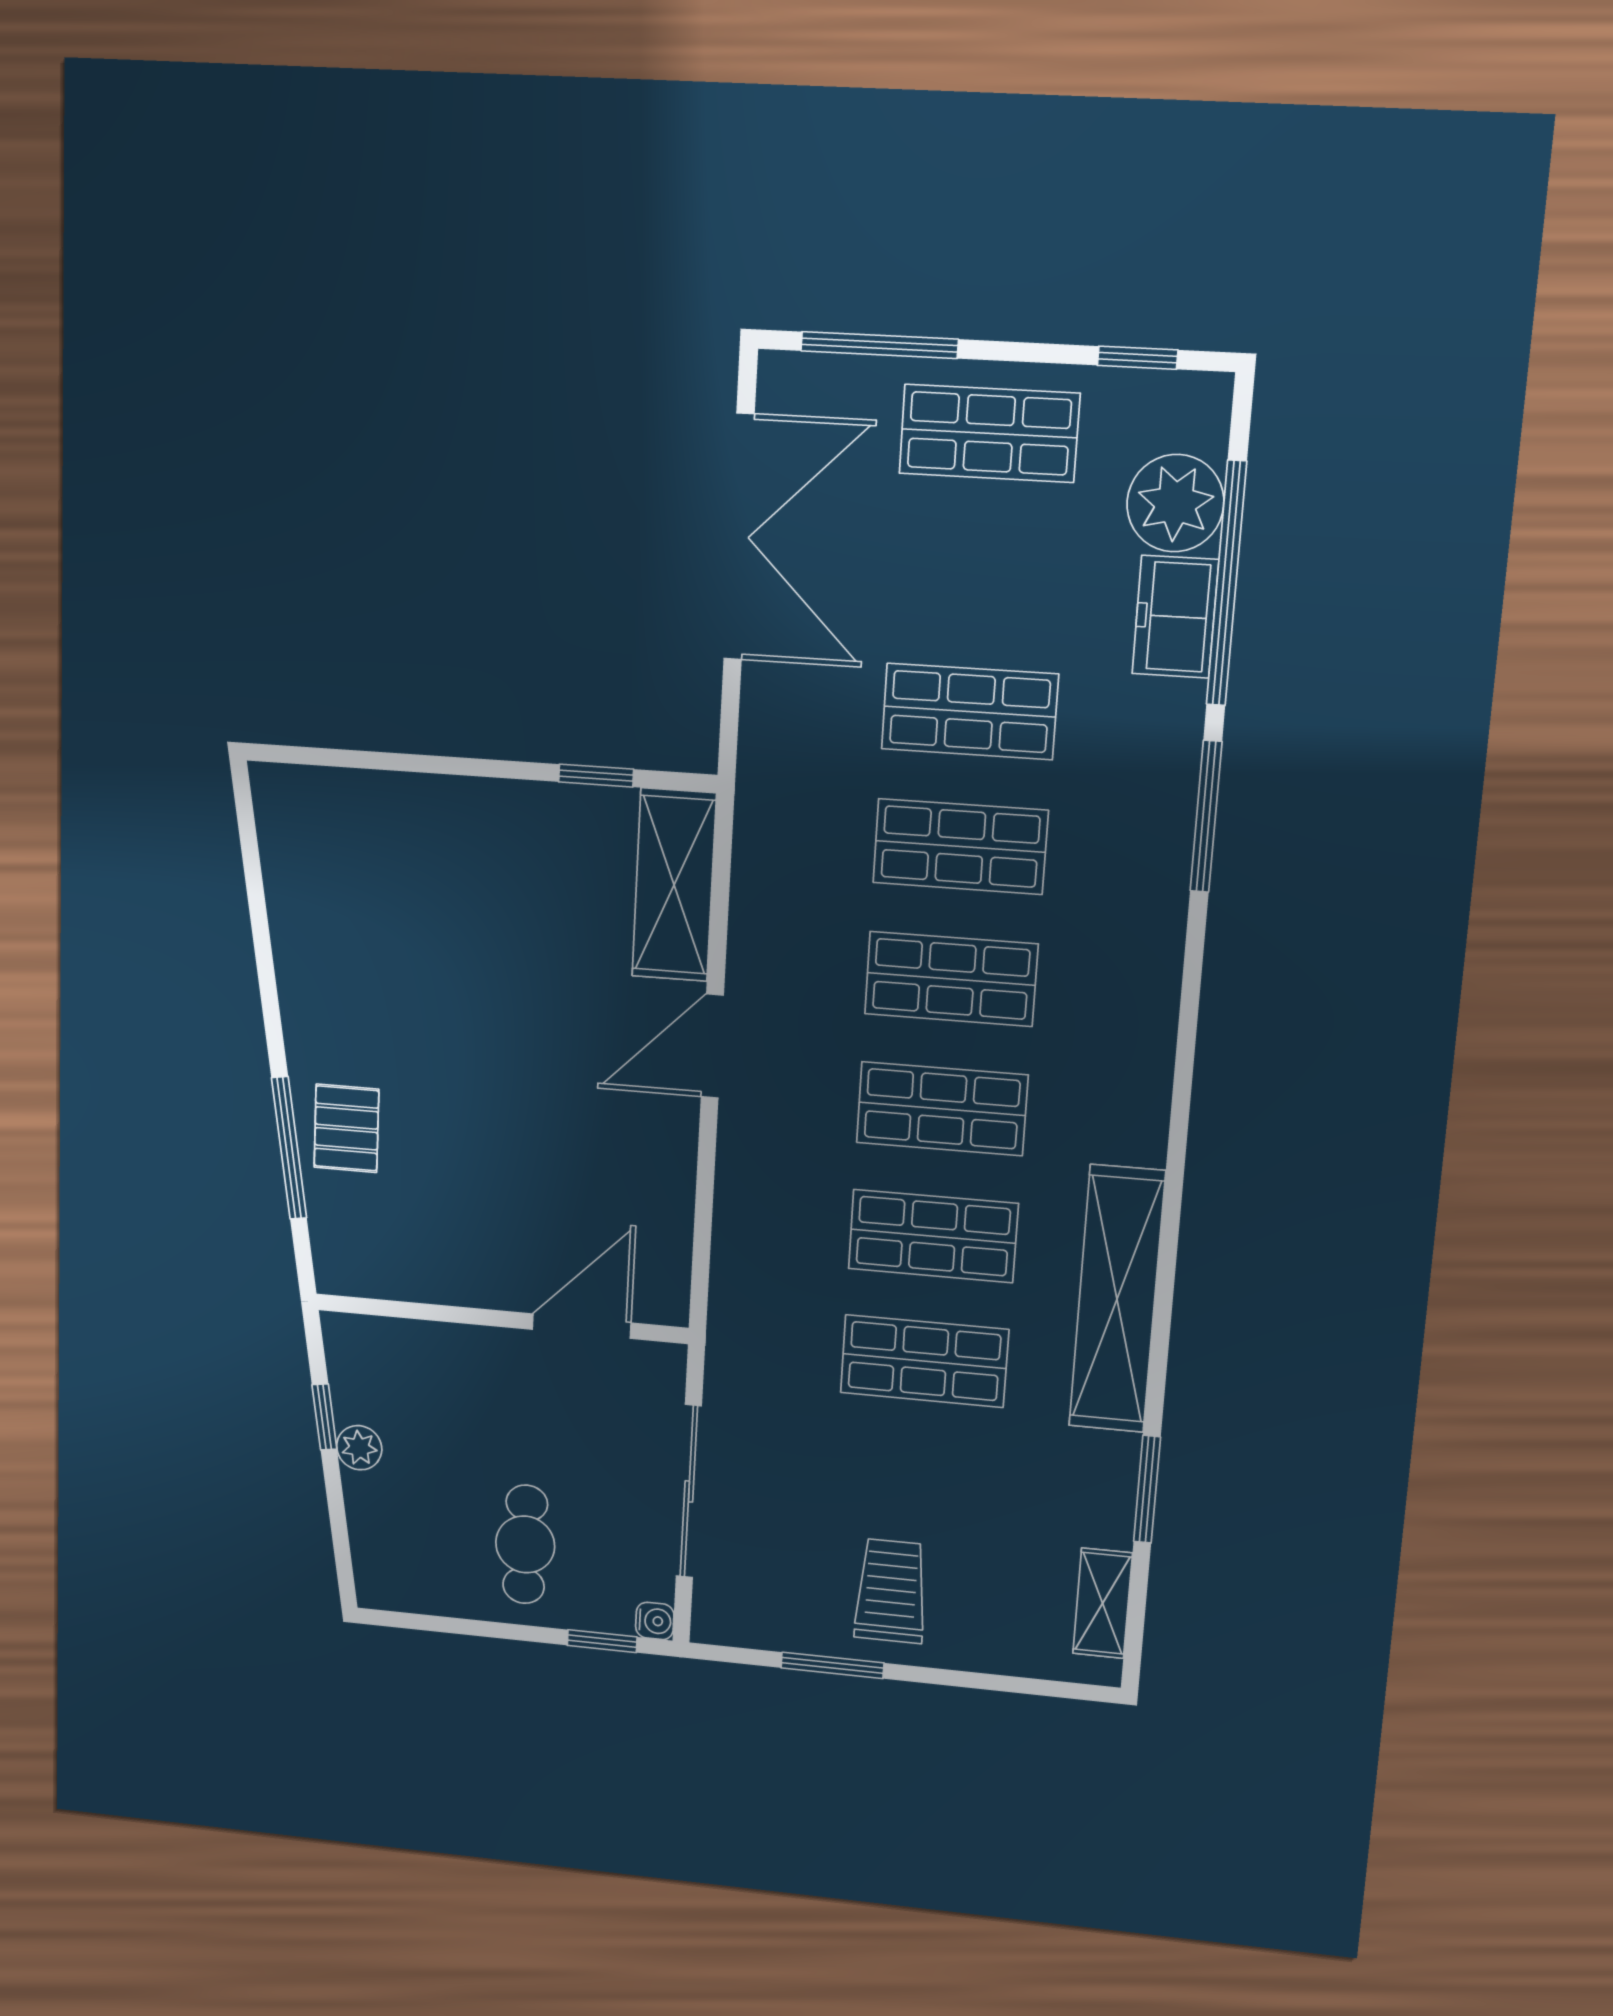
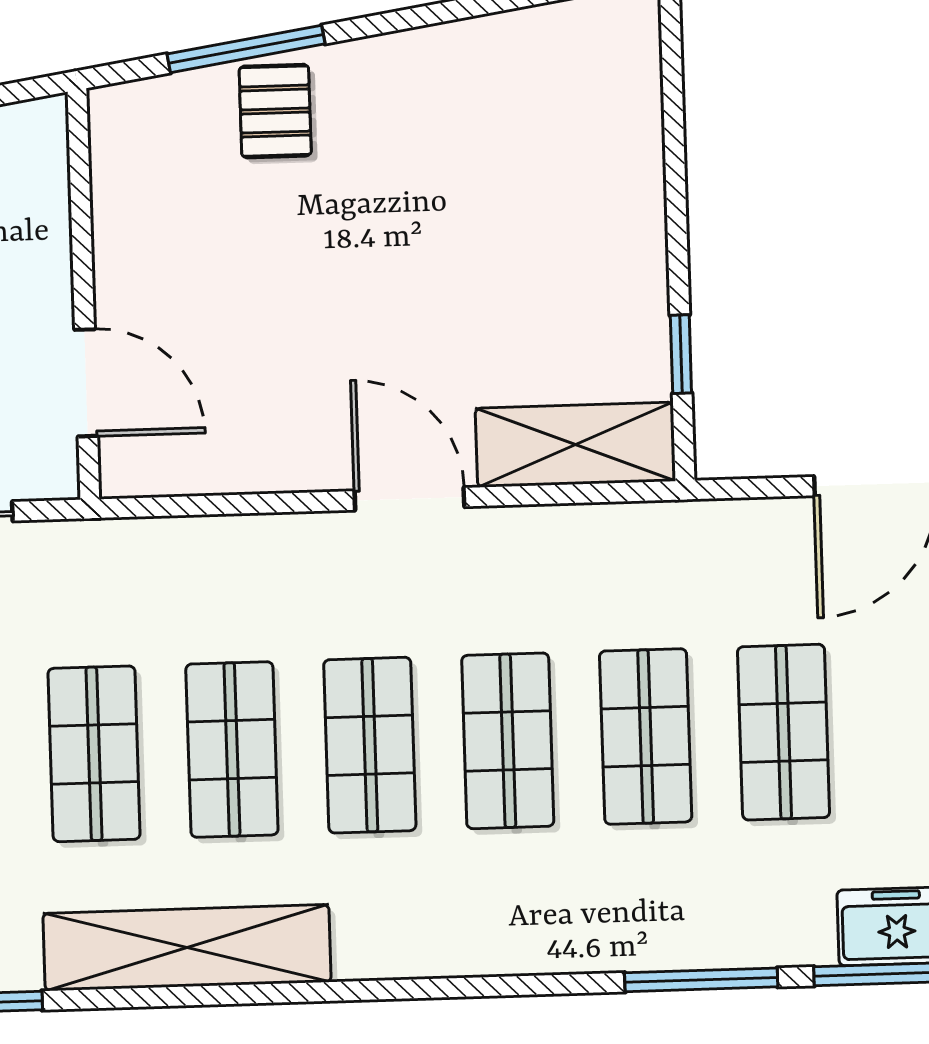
pallet: (346, 1128) -> (275, 111), turned 90

